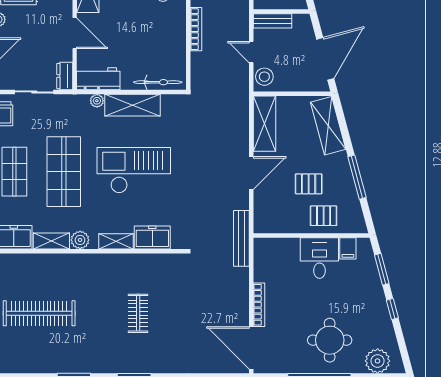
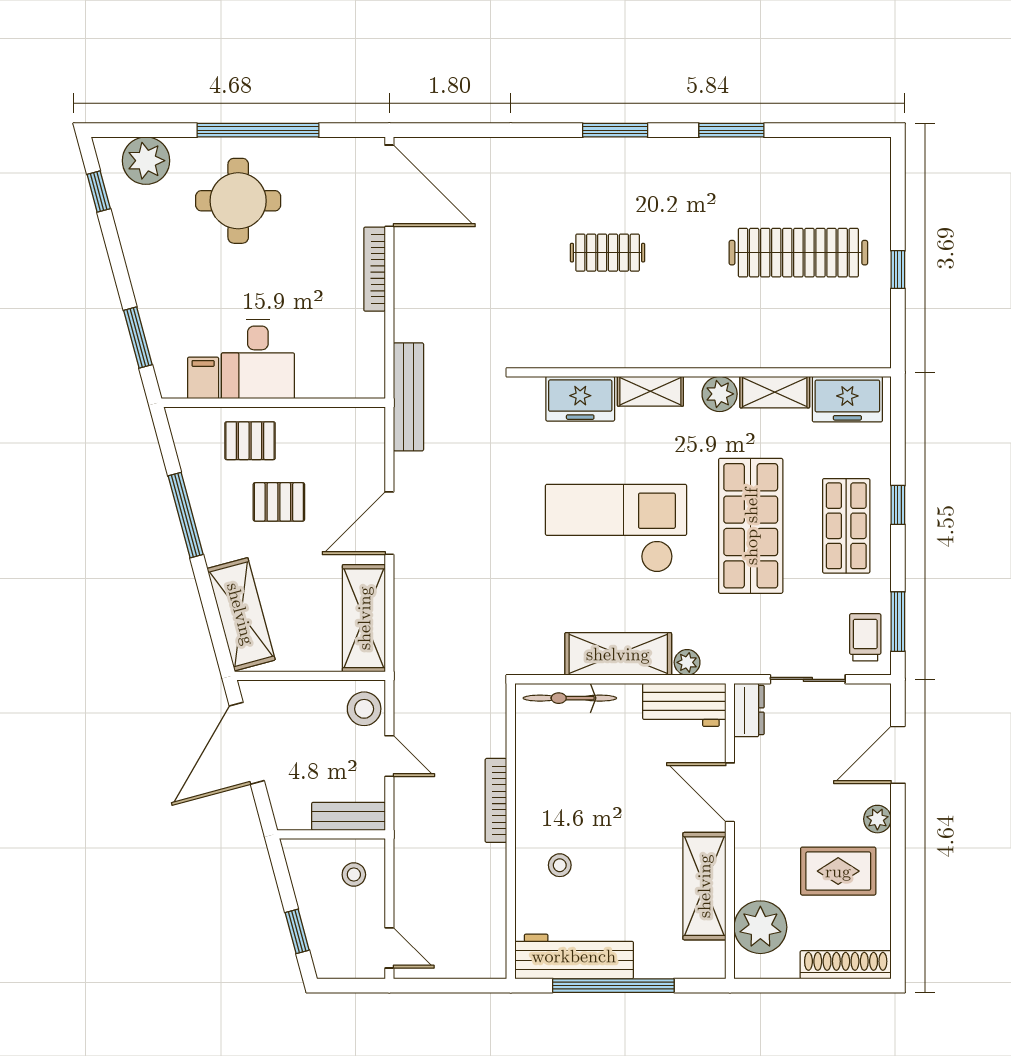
checkout: (134, 170) -> (616, 528), turned 180
window: (392, 309) -> (99, 192), moved
clothes rail: (138, 313) -> (608, 253), turned 90

